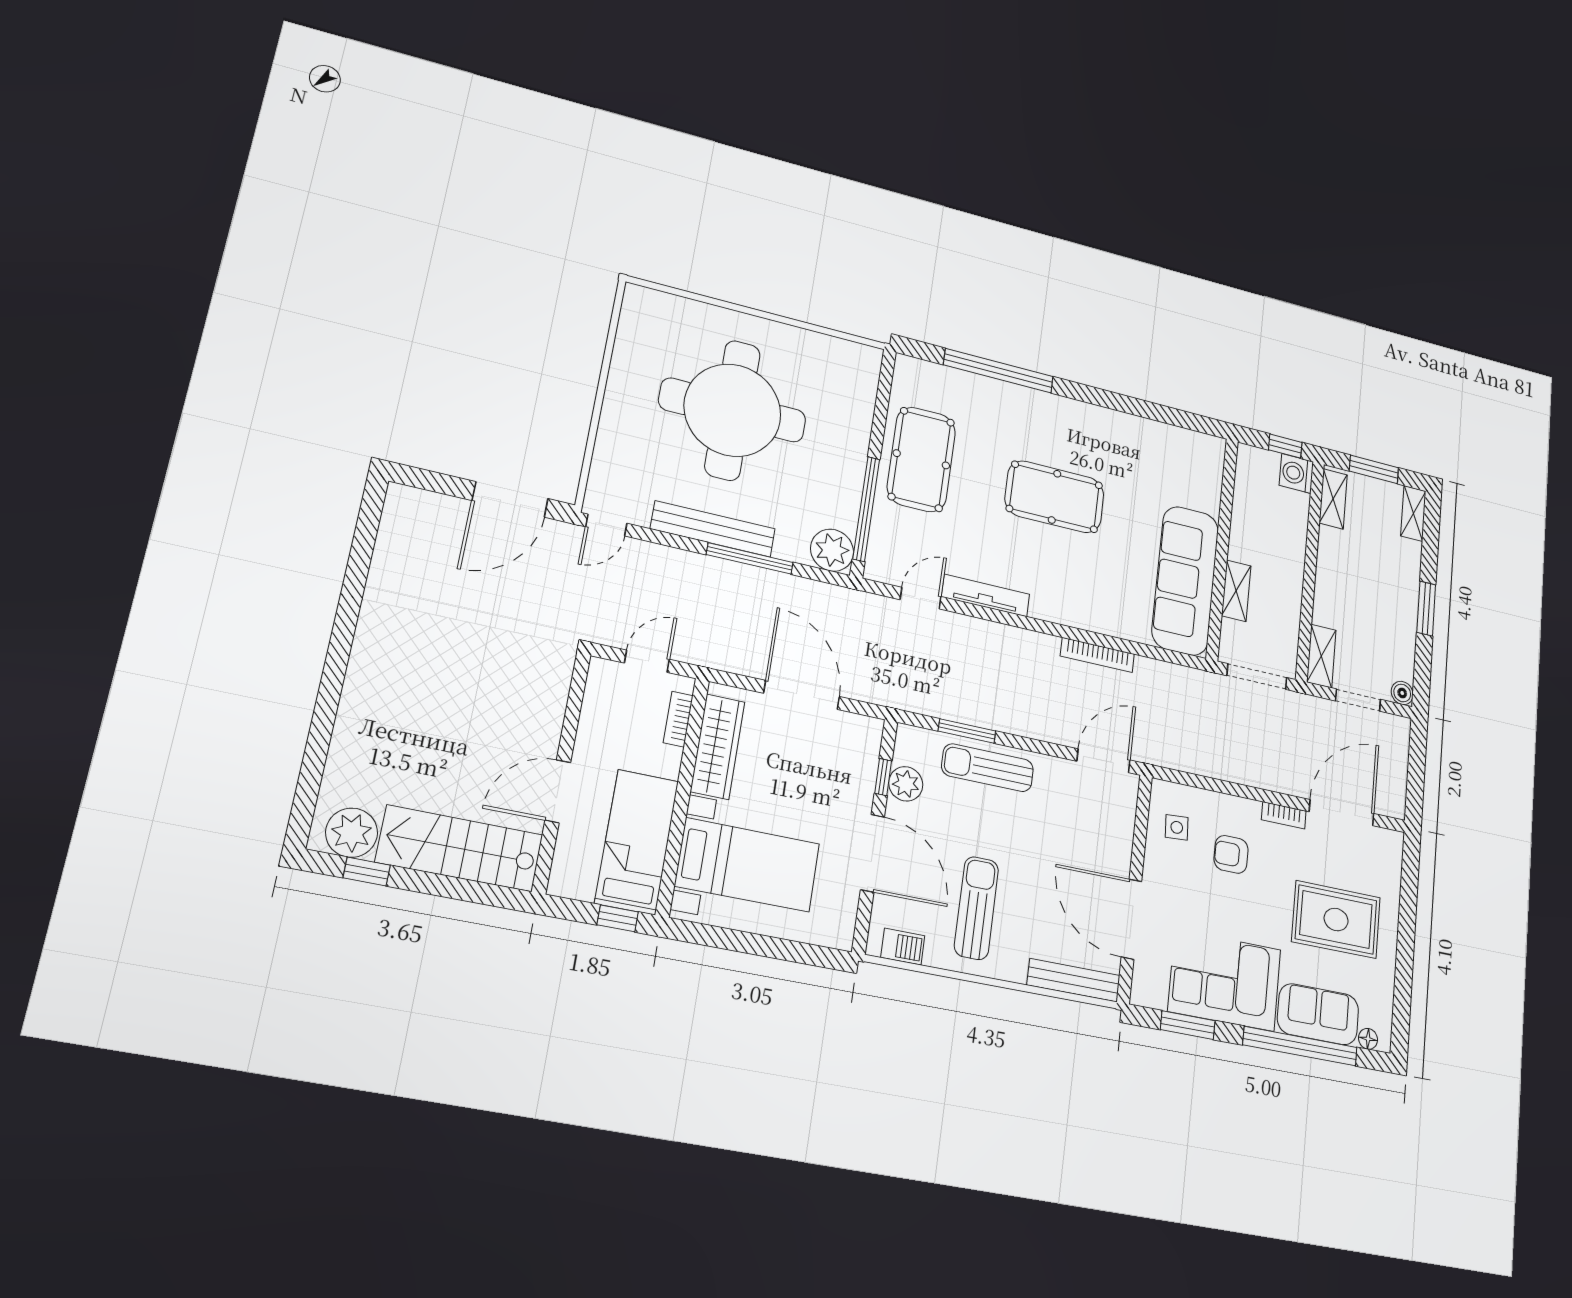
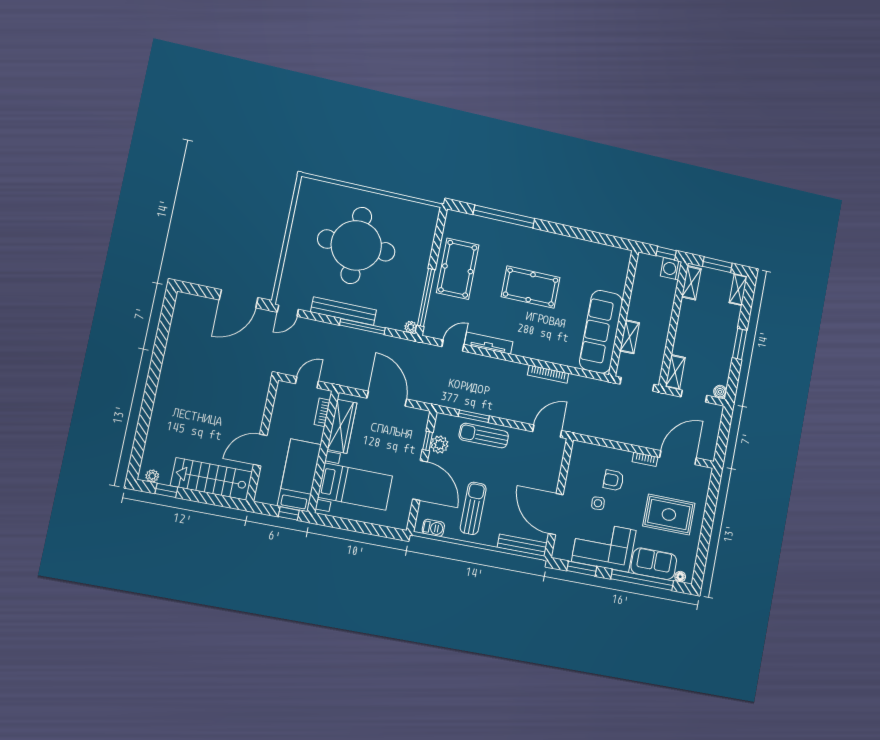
plant: (832, 550) -> (411, 327), width x0.53, depth x0.53
side table: (1177, 827) -> (598, 503), moved
plant: (352, 833) -> (152, 476), width x0.53, depth x0.53

